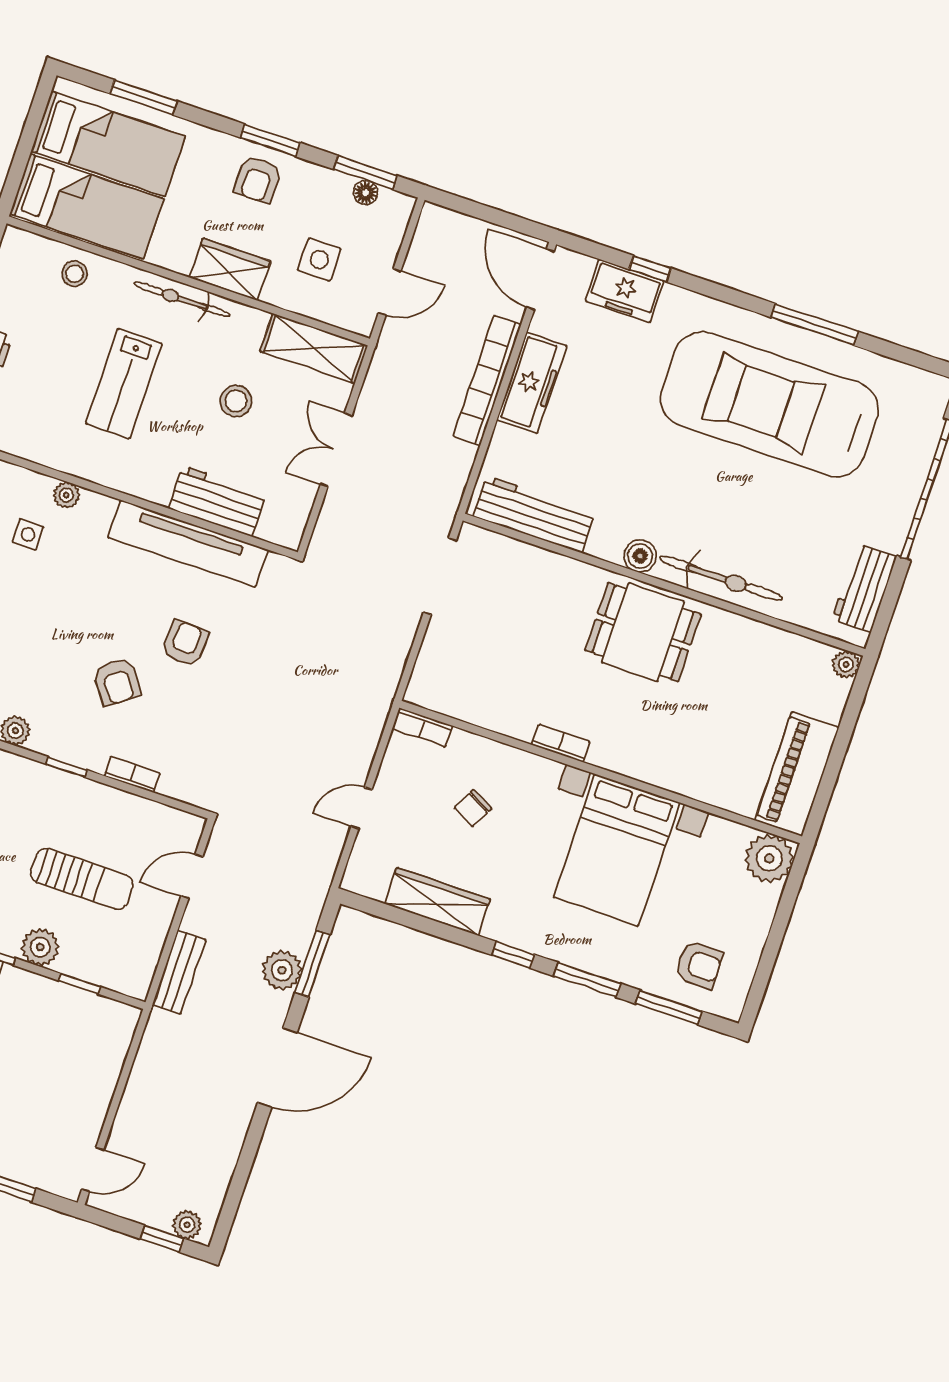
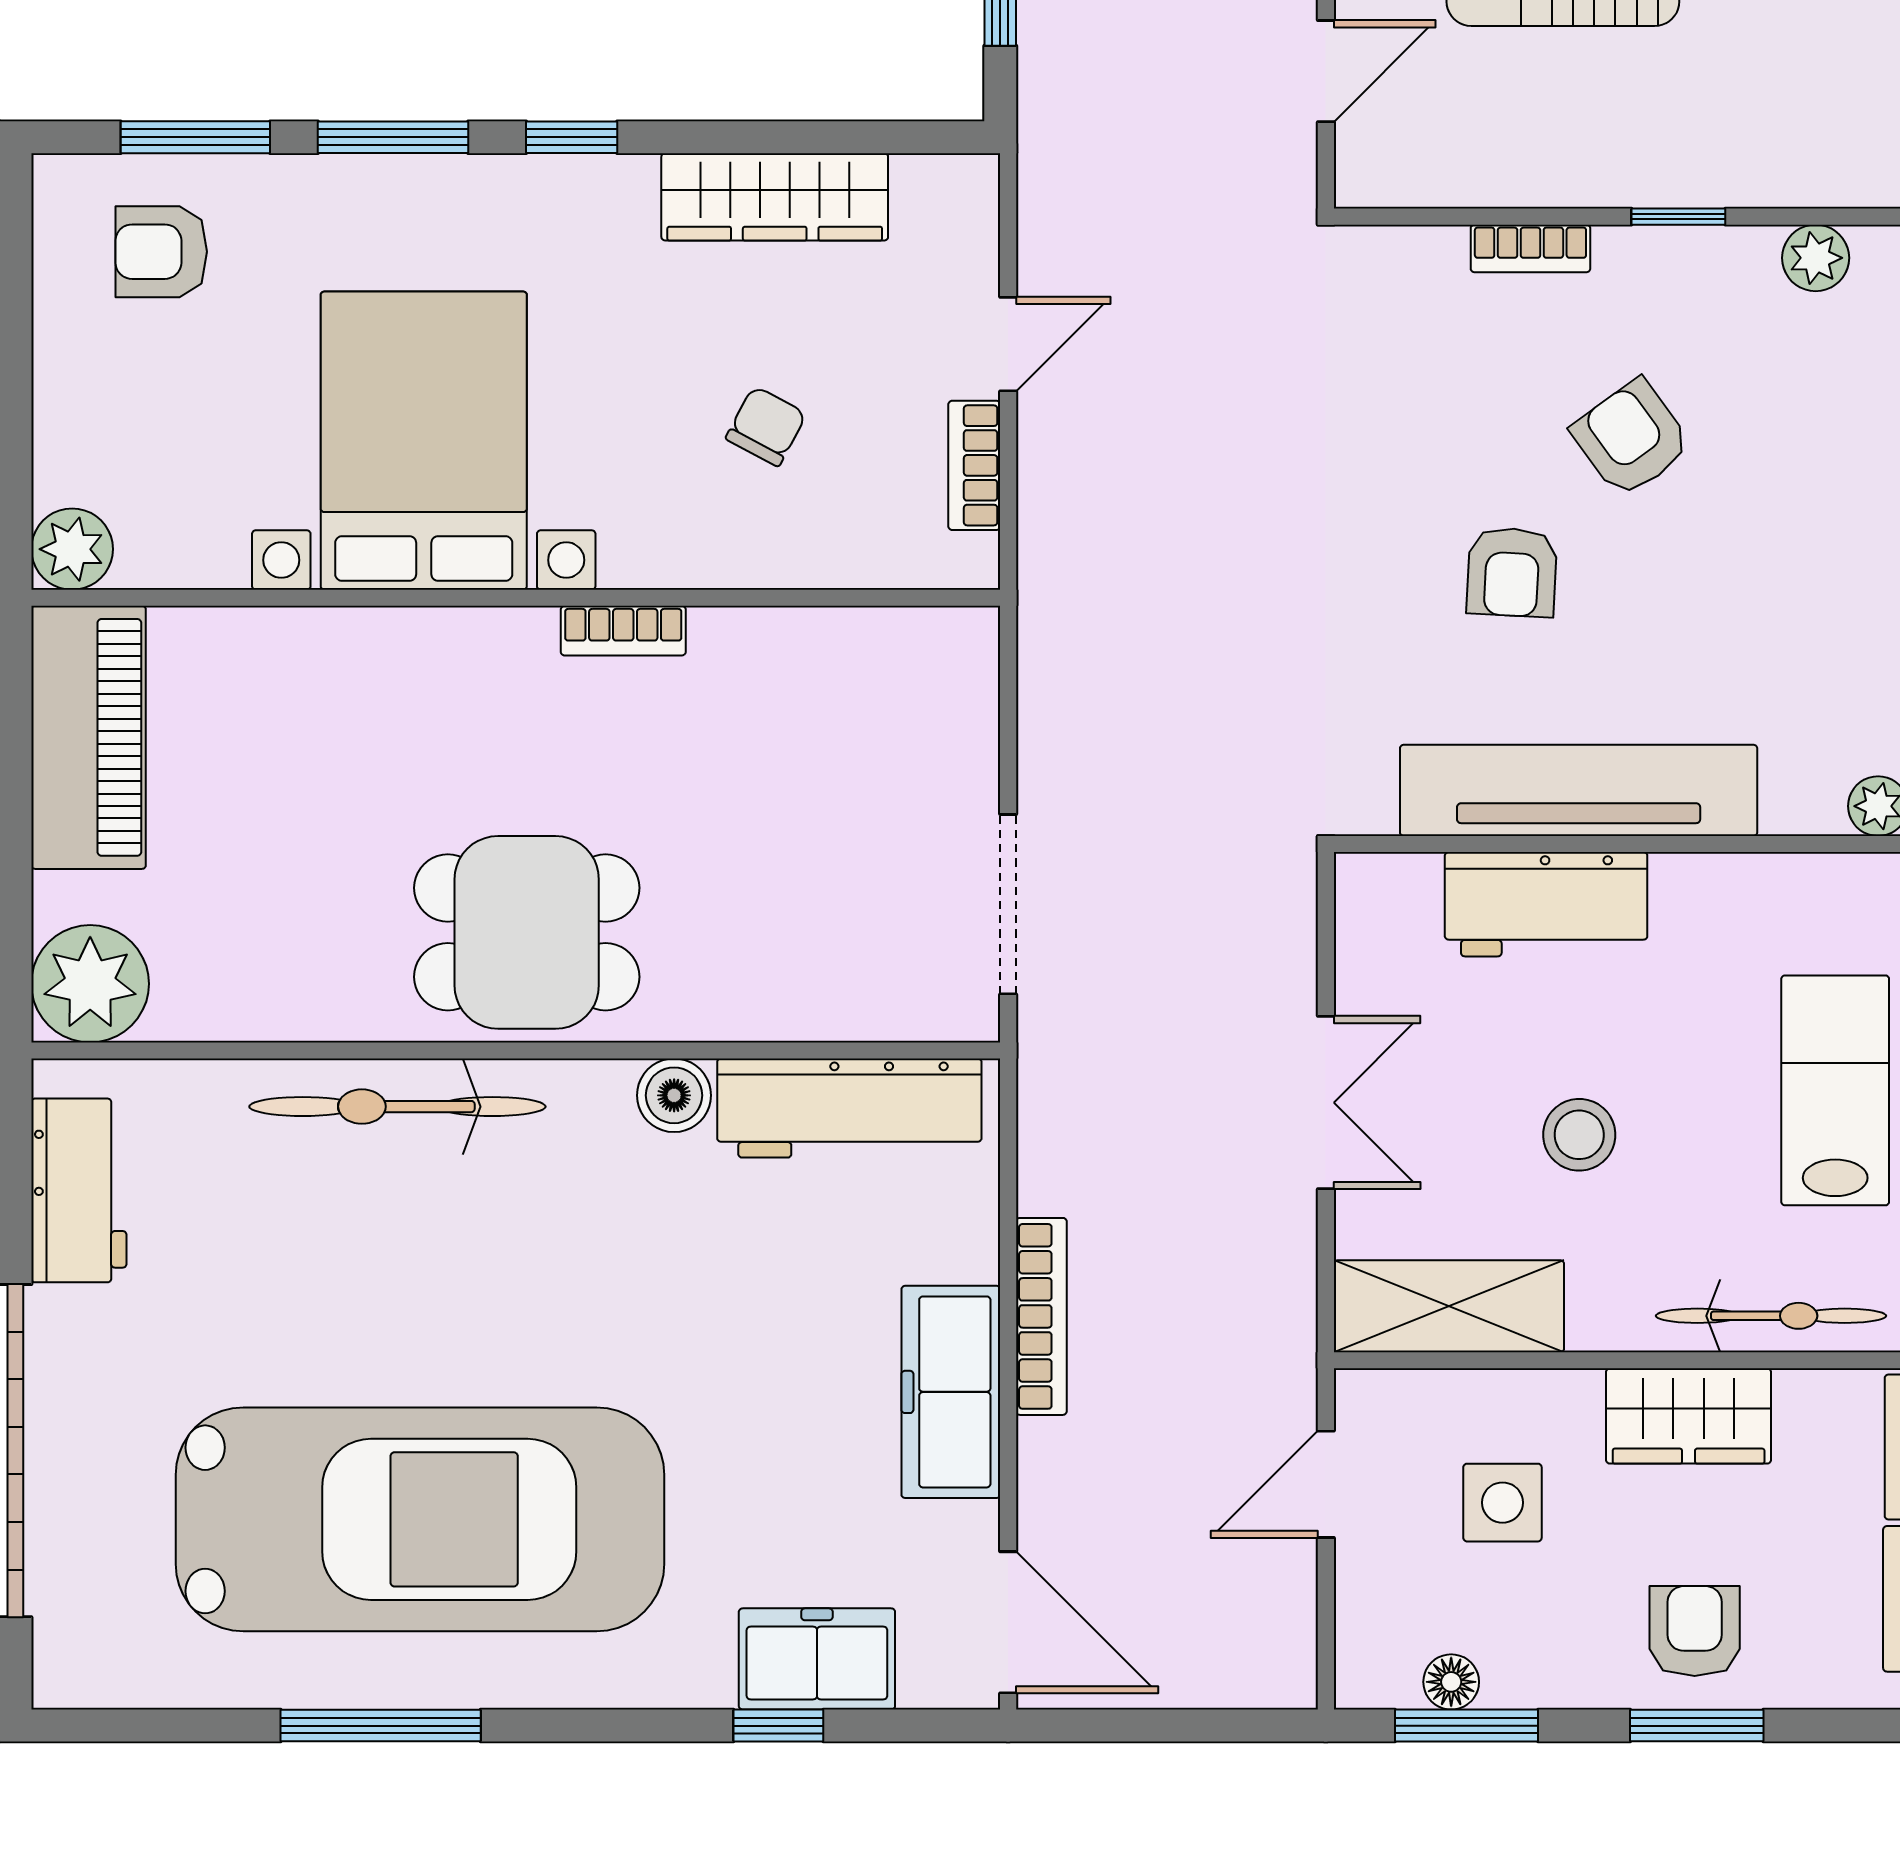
bookcase: (487, 381) -> (1041, 1316), width x0.68, depth x0.76
boiler: (640, 556) -> (674, 1095), moved
plant: (846, 664) -> (90, 984), width x1.88, depth x1.88
bookcase: (422, 727) -> (974, 465), moved, turned -90
plant: (769, 858) -> (72, 549), width x0.73, depth x0.73

